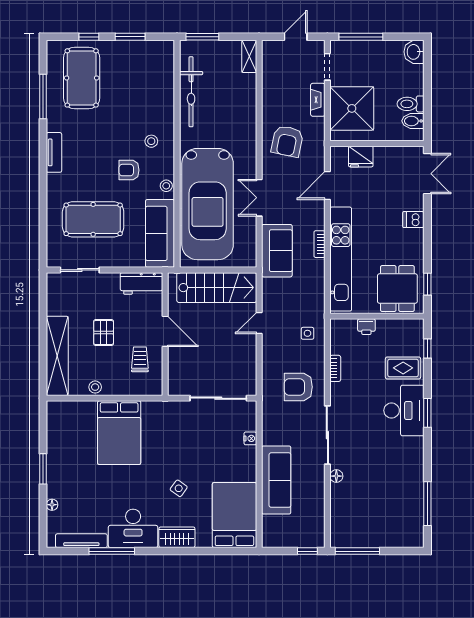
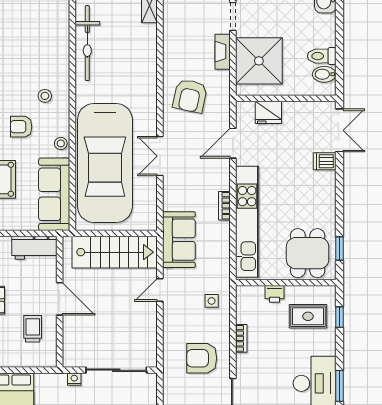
dishwasher: (413, 220) -> (325, 161), moved
sofa: (277, 251) -> (179, 240), moved
rug: (403, 368) -> (308, 316), moved
nightstand: (179, 407) -> (74, 379), added

